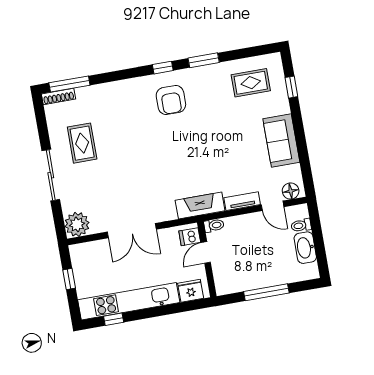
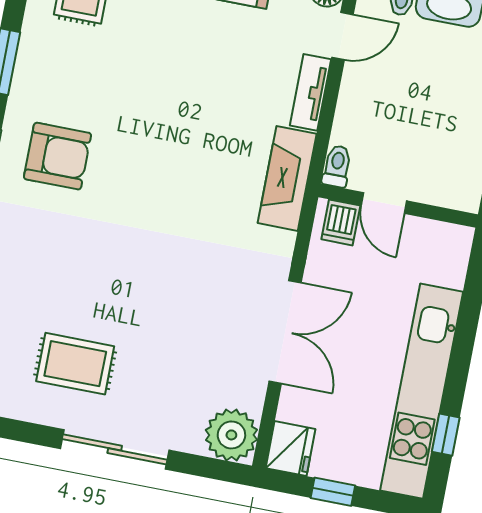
fridge: (191, 291) -> (290, 449), moved, turned 180

